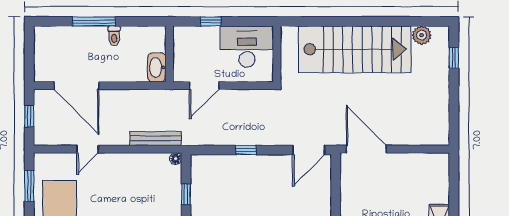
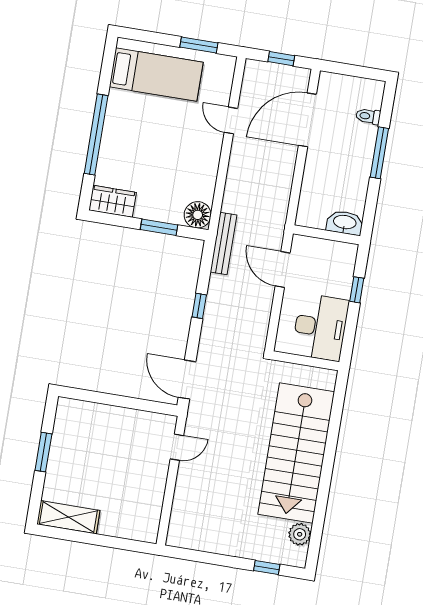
toilet: (114, 36) -> (368, 116), moved
washbasin: (157, 67) -> (345, 223), moved
bench: (156, 138) -> (223, 244), moved
door: (366, 149) -> (177, 447), width x0.53
floor lamp: (176, 159) -> (198, 215), width x1.89, depth x1.89
window: (186, 194) -> (159, 227), width x1.50

